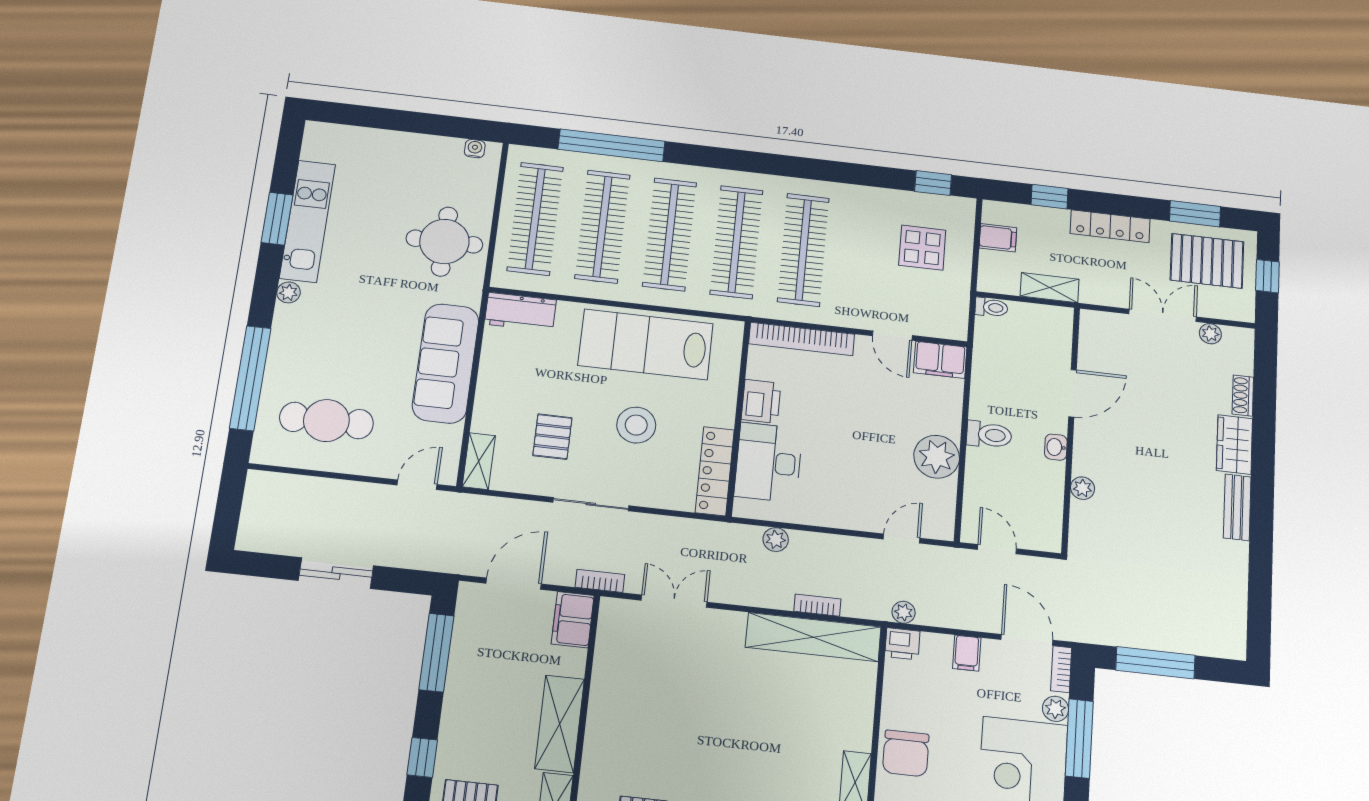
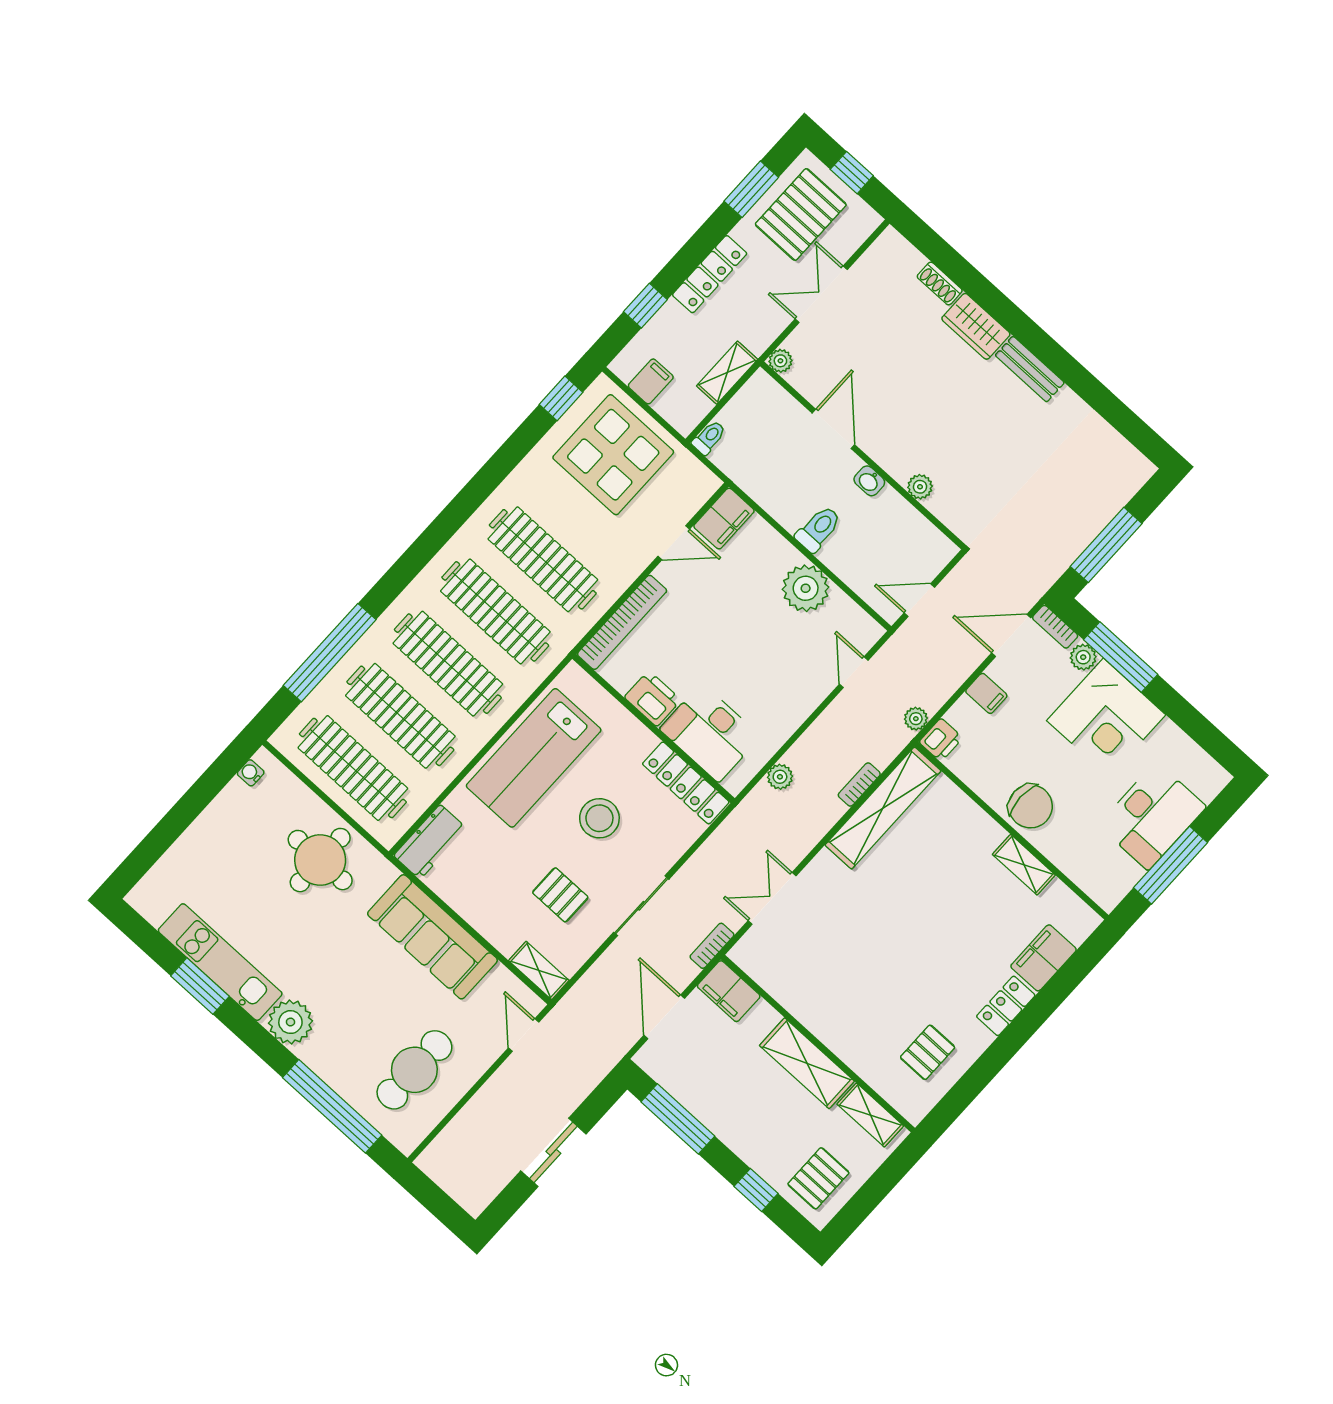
display table: (922, 248) -> (613, 455), width x1.86, depth x1.86
plant: (289, 292) -> (290, 1022), width x1.88, depth x1.88
plant: (1210, 334) -> (780, 361), moved

